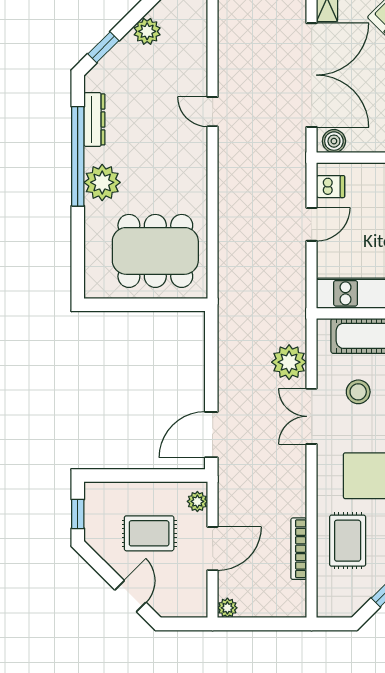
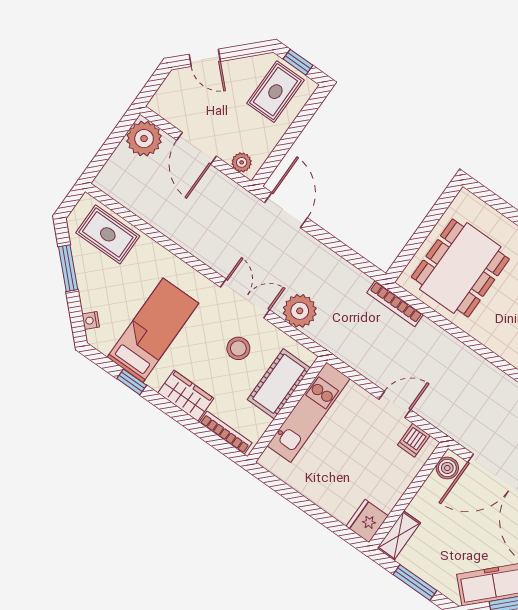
door: (312, 224) -> (395, 404), swing flipped
rug: (149, 533) -> (275, 92), moved
rug: (348, 541) -> (108, 234), moved
bookcase: (299, 549) -> (395, 304), moved, turned 180
plant: (227, 608) -> (144, 139), width x1.88, depth x1.88

